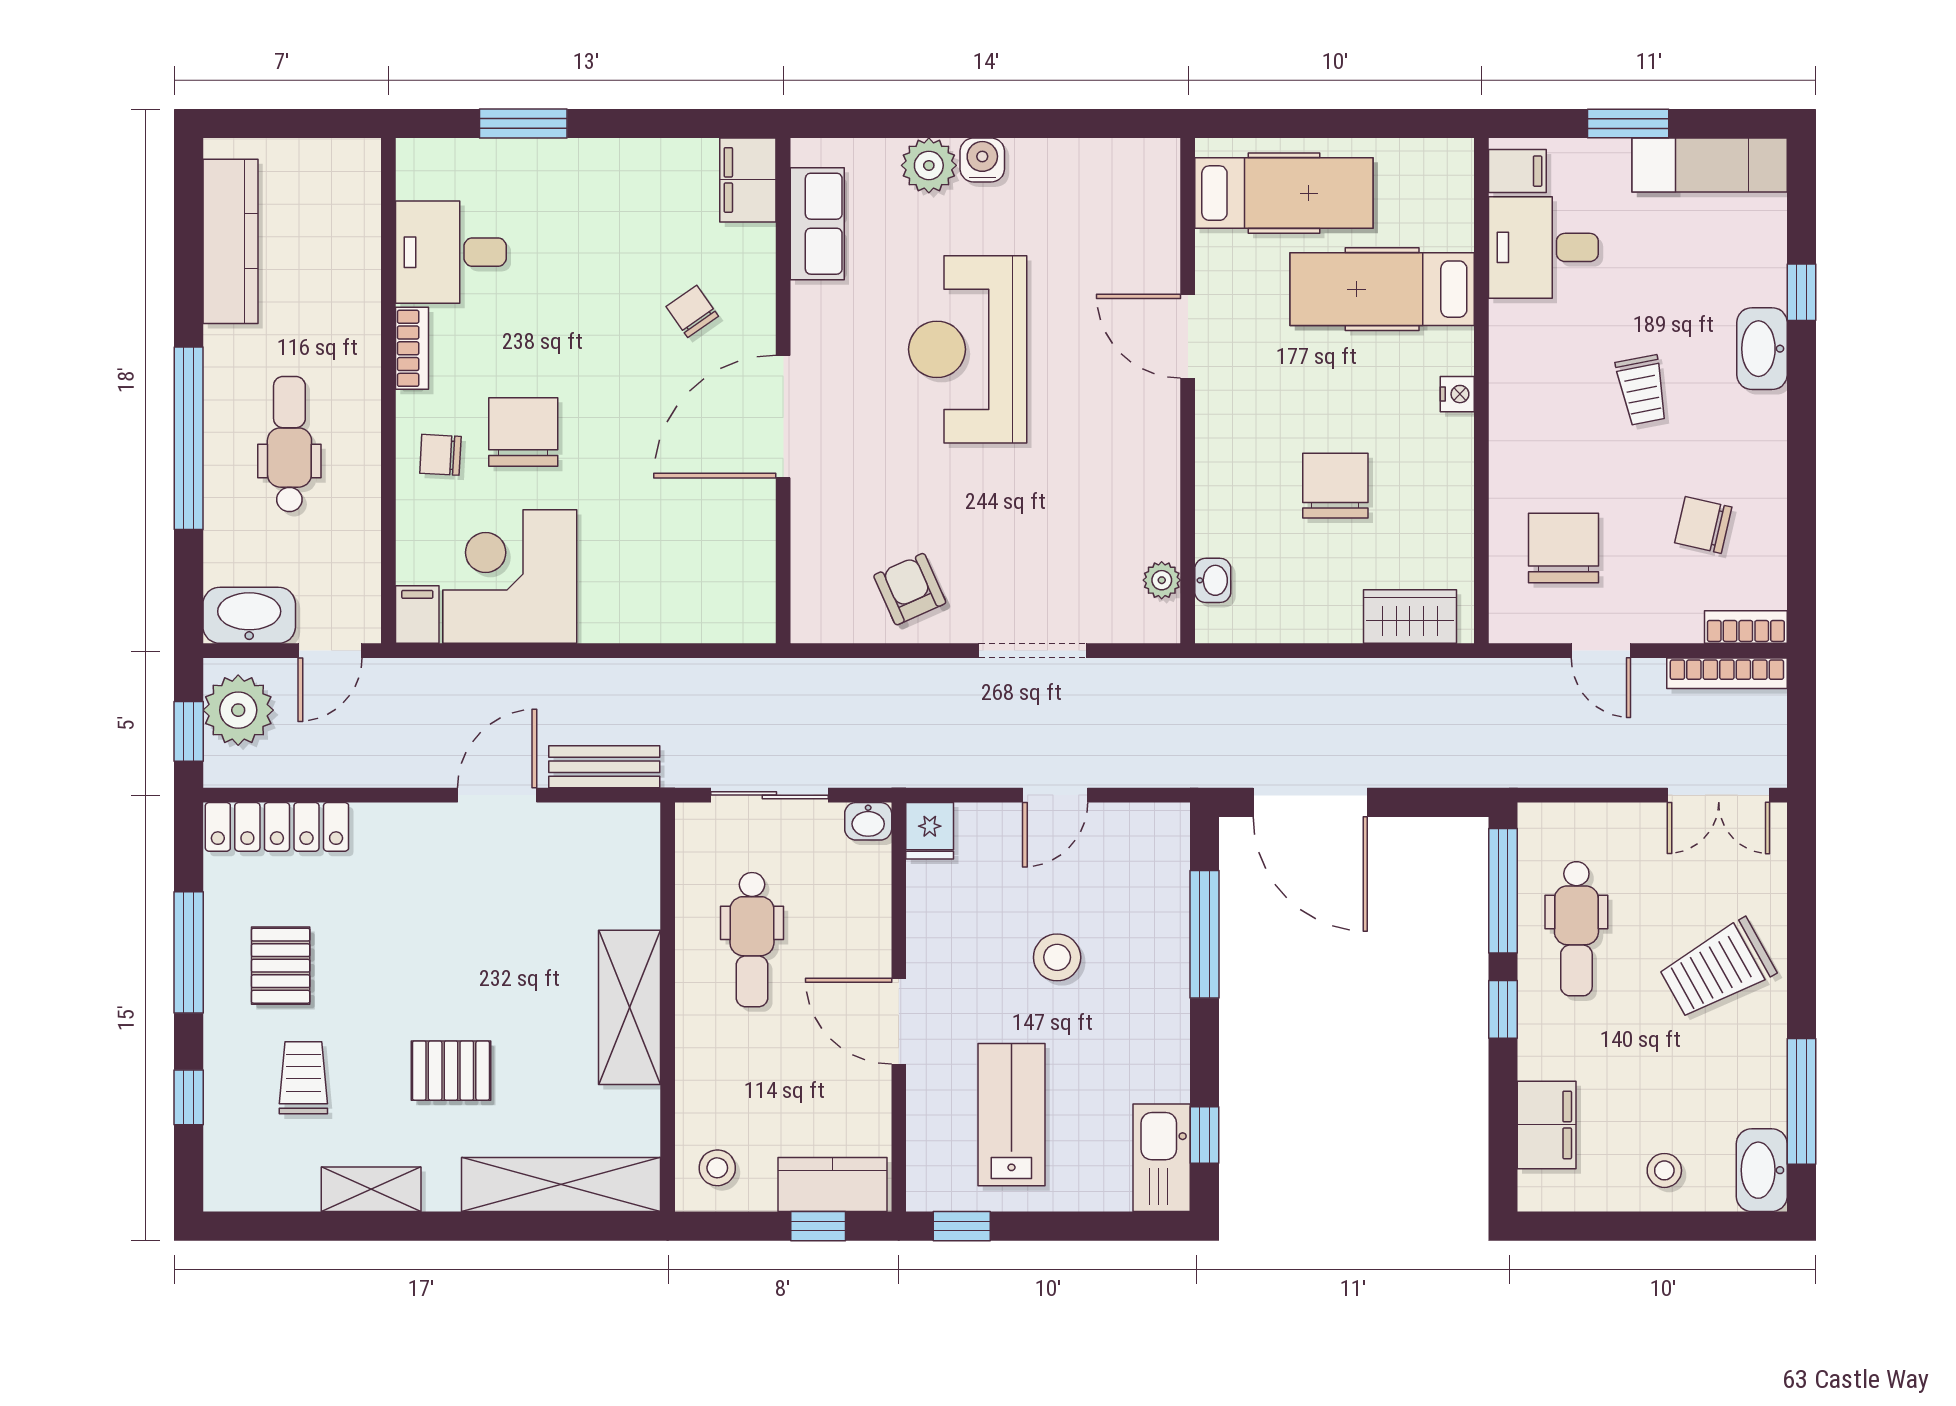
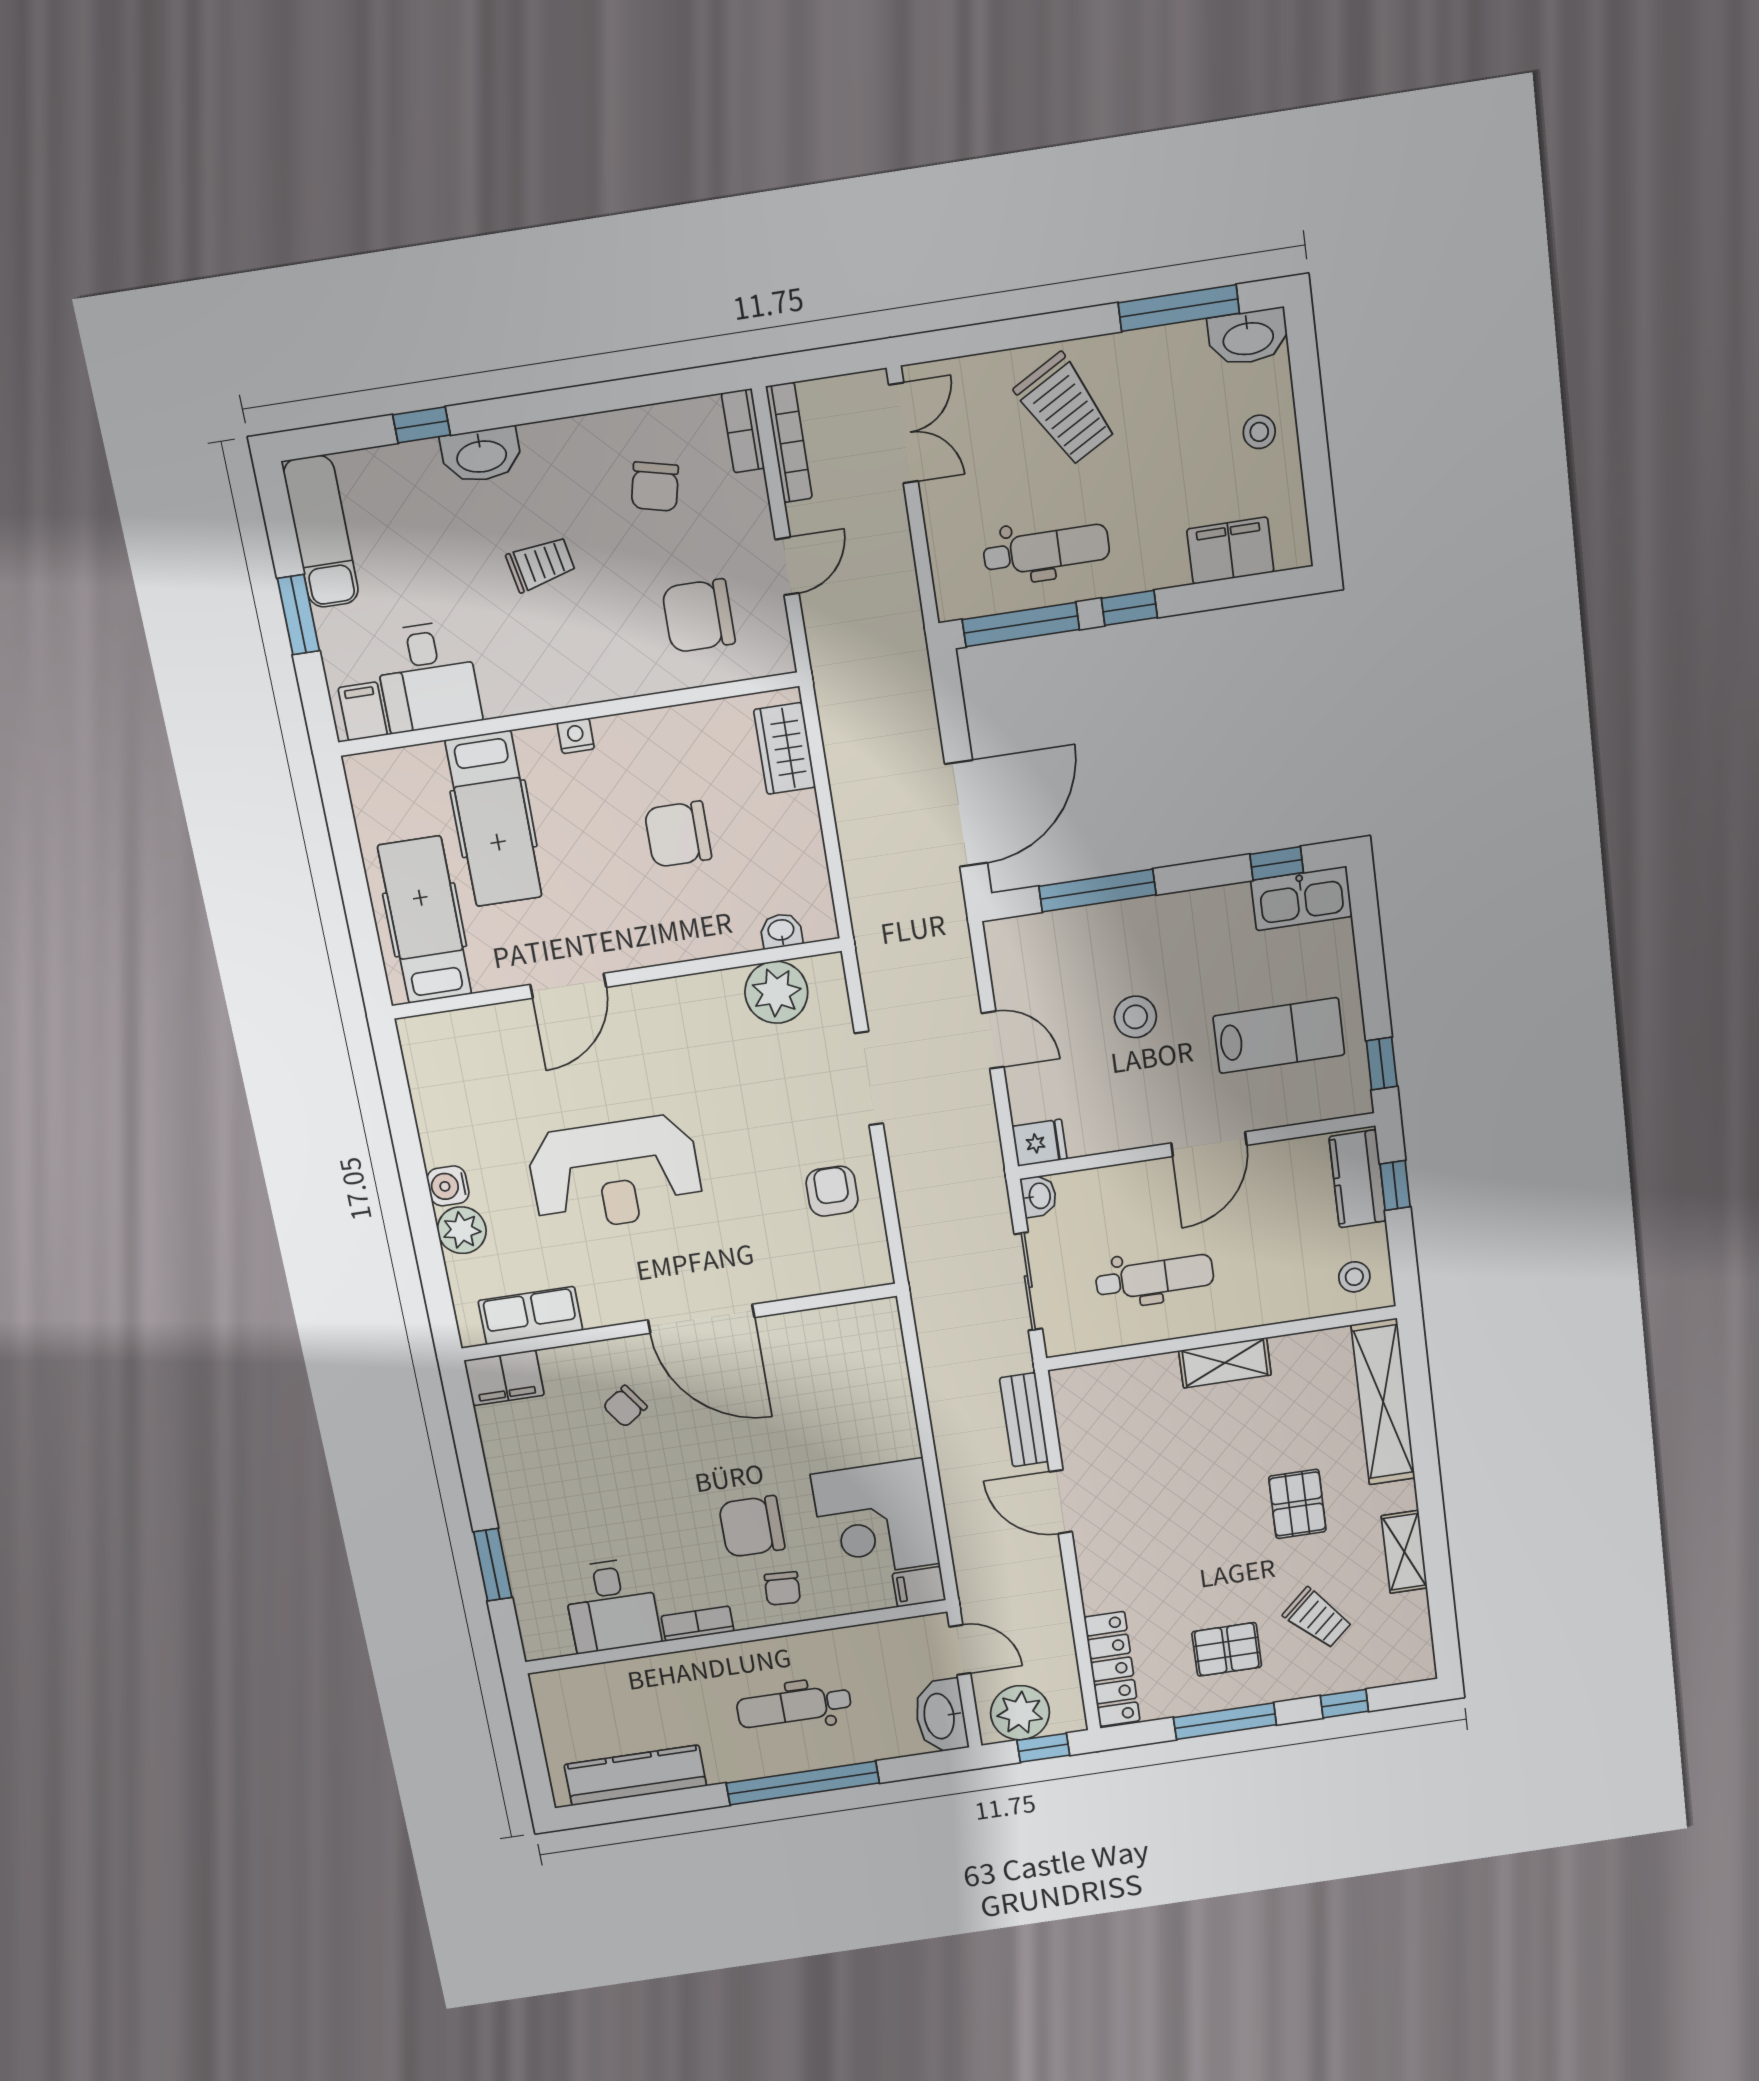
plant: (1162, 580) -> (776, 992), width x1.88, depth x1.88
armchair: (910, 589) -> (832, 1191), turned 114
shelving: (630, 1007) -> (1225, 1363), width x0.67, depth x0.75
trolley: (303, 1078) -> (1318, 1618), turned -133
lab bench: (1011, 1115) -> (1279, 1036), turned 180

